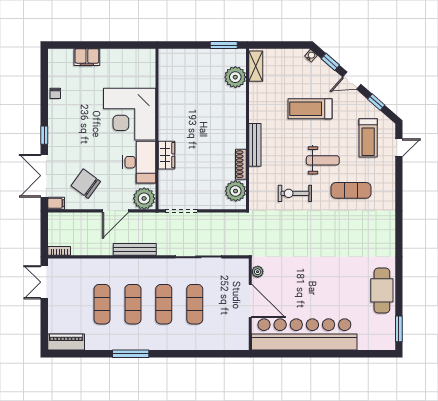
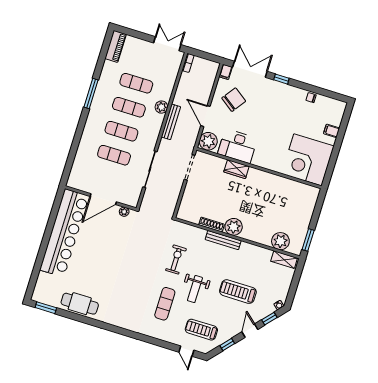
filing cabinet: (87, 57) -> (332, 131), width x0.50
treadmill: (310, 109) -> (238, 292), turned -90
corner desk: (130, 114) -> (308, 160), moved, turned -90
plant: (236, 191) -> (234, 227), moved
plant: (121, 266) -> (161, 107), added

